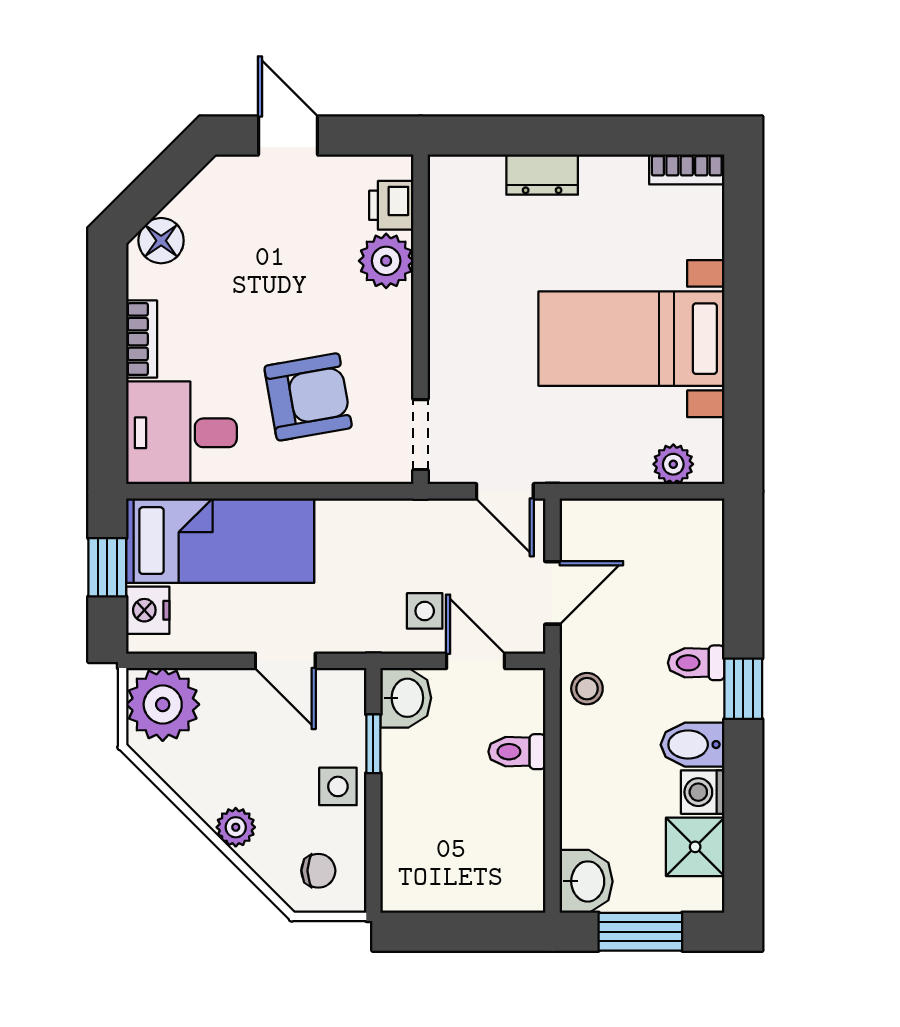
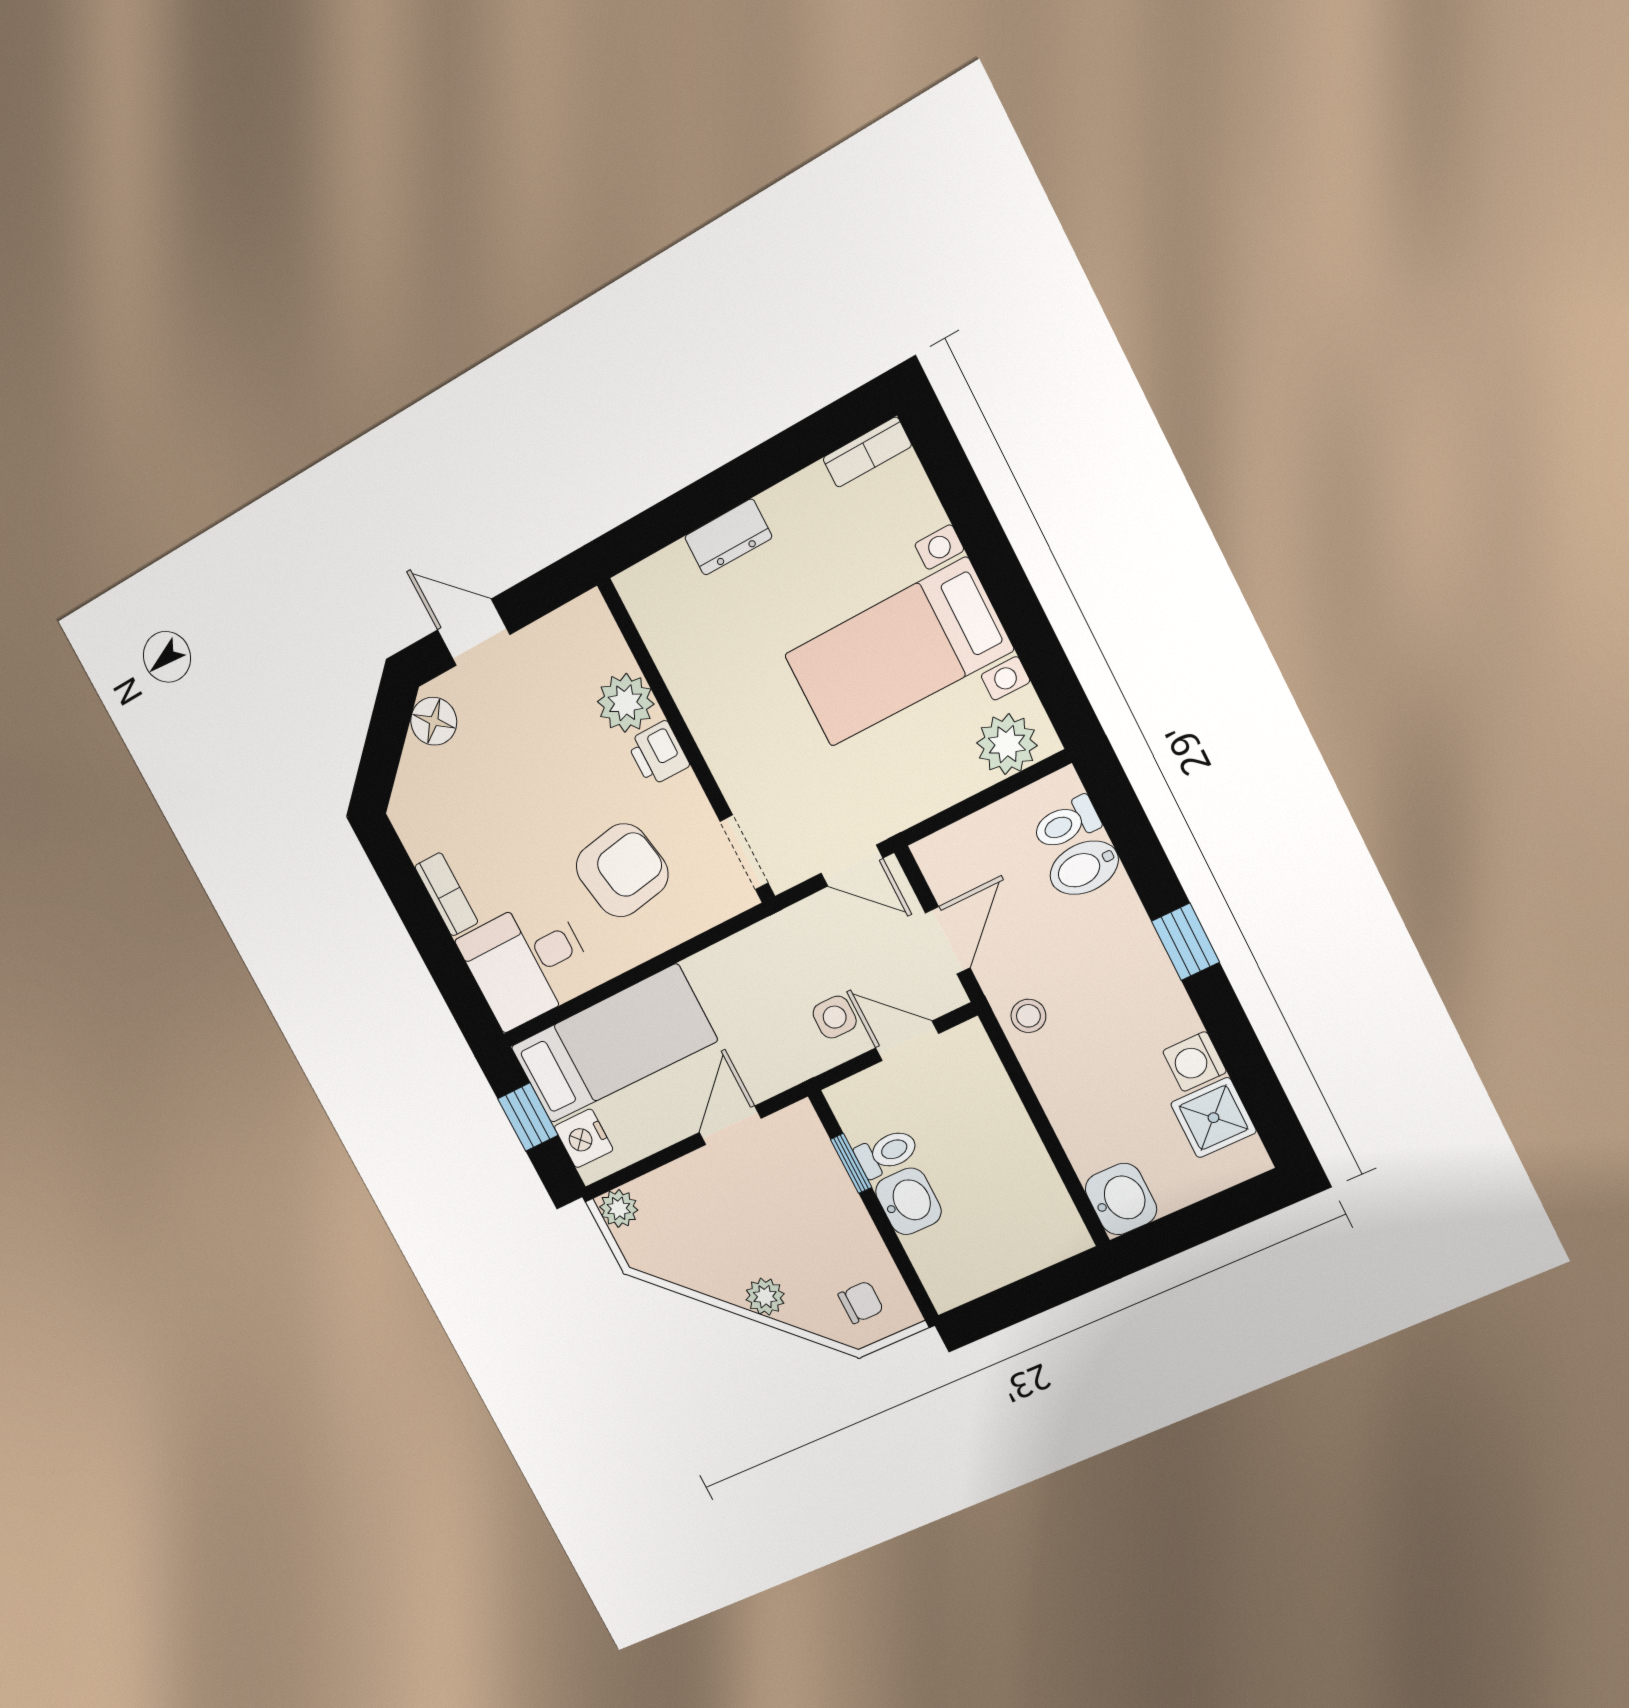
printer: (391, 205) -> (658, 754), moved
floor lamp: (161, 241) -> (434, 721), moved
plant: (673, 464) -> (1007, 744), width x1.38, depth x1.38
door: (285, 661) -> (730, 1125), swing flipped
toilet: (696, 663) -> (1066, 823), moved
washbasin: (406, 698) -> (908, 1201), moved
plant: (163, 704) -> (619, 1209), width x0.53, depth x0.53
bidet: (693, 745) -> (1084, 868), moved
toilet: (517, 752) -> (887, 1153), moved, turned 180
side table: (338, 786) -> (839, 1218), removed
window: (640, 932) -> (1199, 1223), removed

